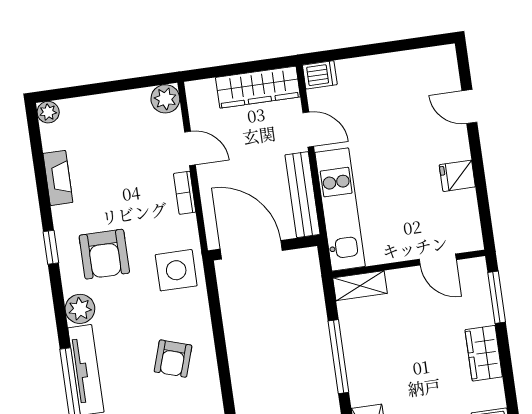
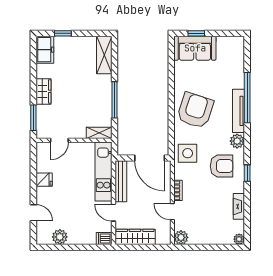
plant: (409, 65) -> (60, 237), added
armchair: (104, 254) -> (222, 166), turned 90
door: (438, 259) -> (59, 140), swing flipped
armchair: (173, 359) -> (195, 110), width x1.88, depth x1.88

